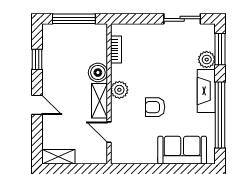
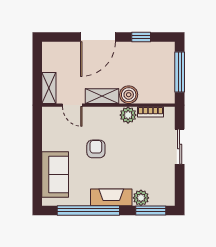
sliding door: (182, 19) -> (180, 147), moved
plant: (119, 90) -> (128, 115), moved
door: (37, 105) -> (98, 37), width x1.88
door: (109, 132) -> (72, 105), swing flipped
shelving: (58, 157) -> (49, 88), moved

